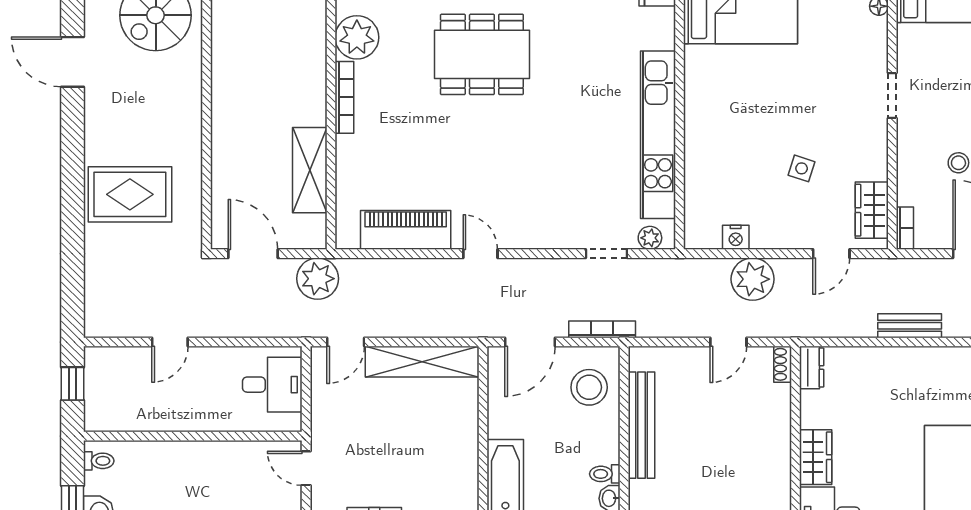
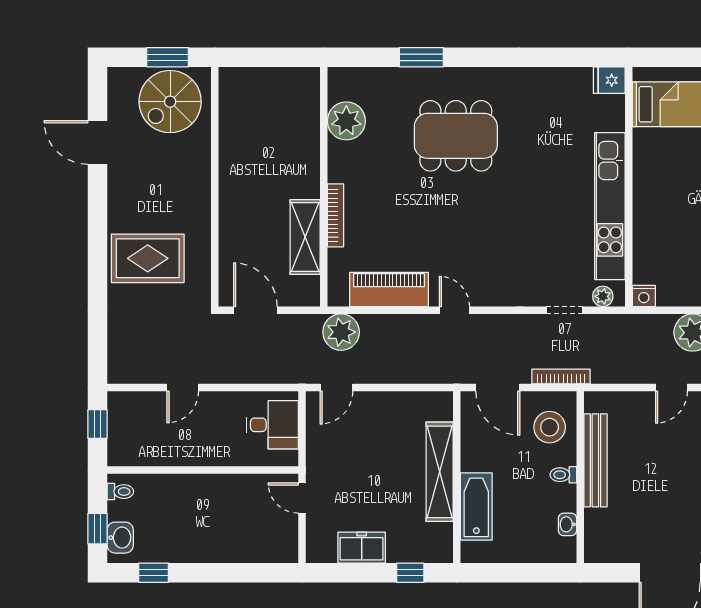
bookcase: (344, 97) -> (335, 215), moved
nightstand: (736, 237) -> (644, 296), moved
plant: (318, 279) -> (341, 332), moved
door: (530, 342) -> (498, 388), hinge flipped
shelving: (422, 362) -> (440, 472), moved, turned 90
toilet: (605, 474) -> (563, 475), moved

